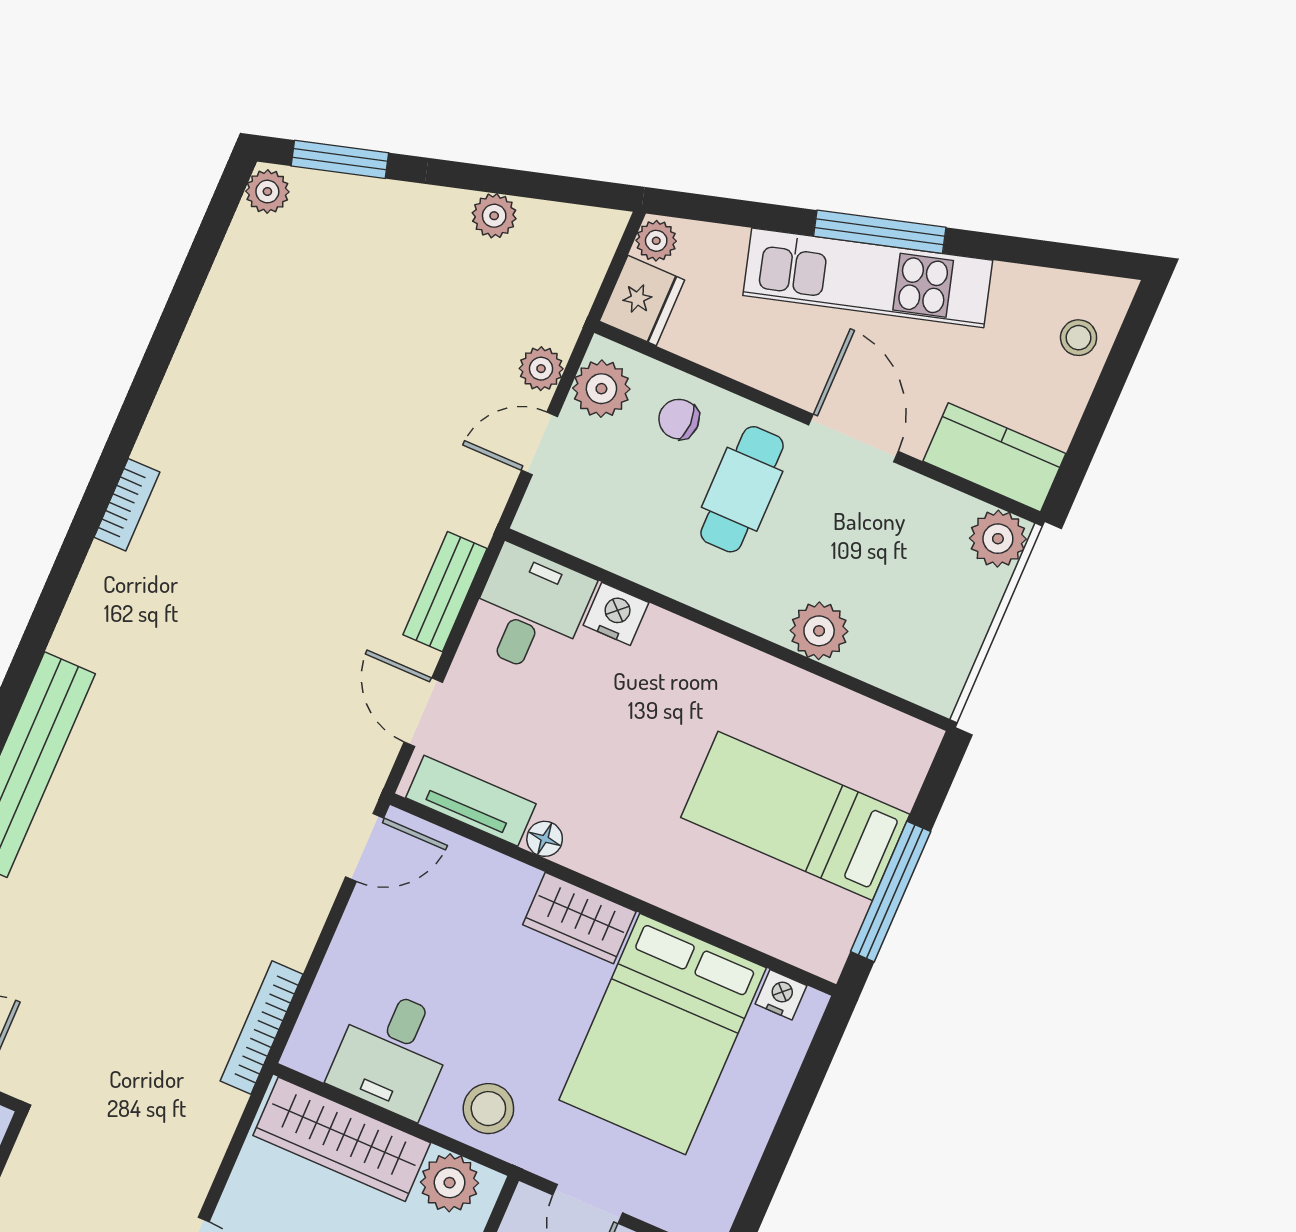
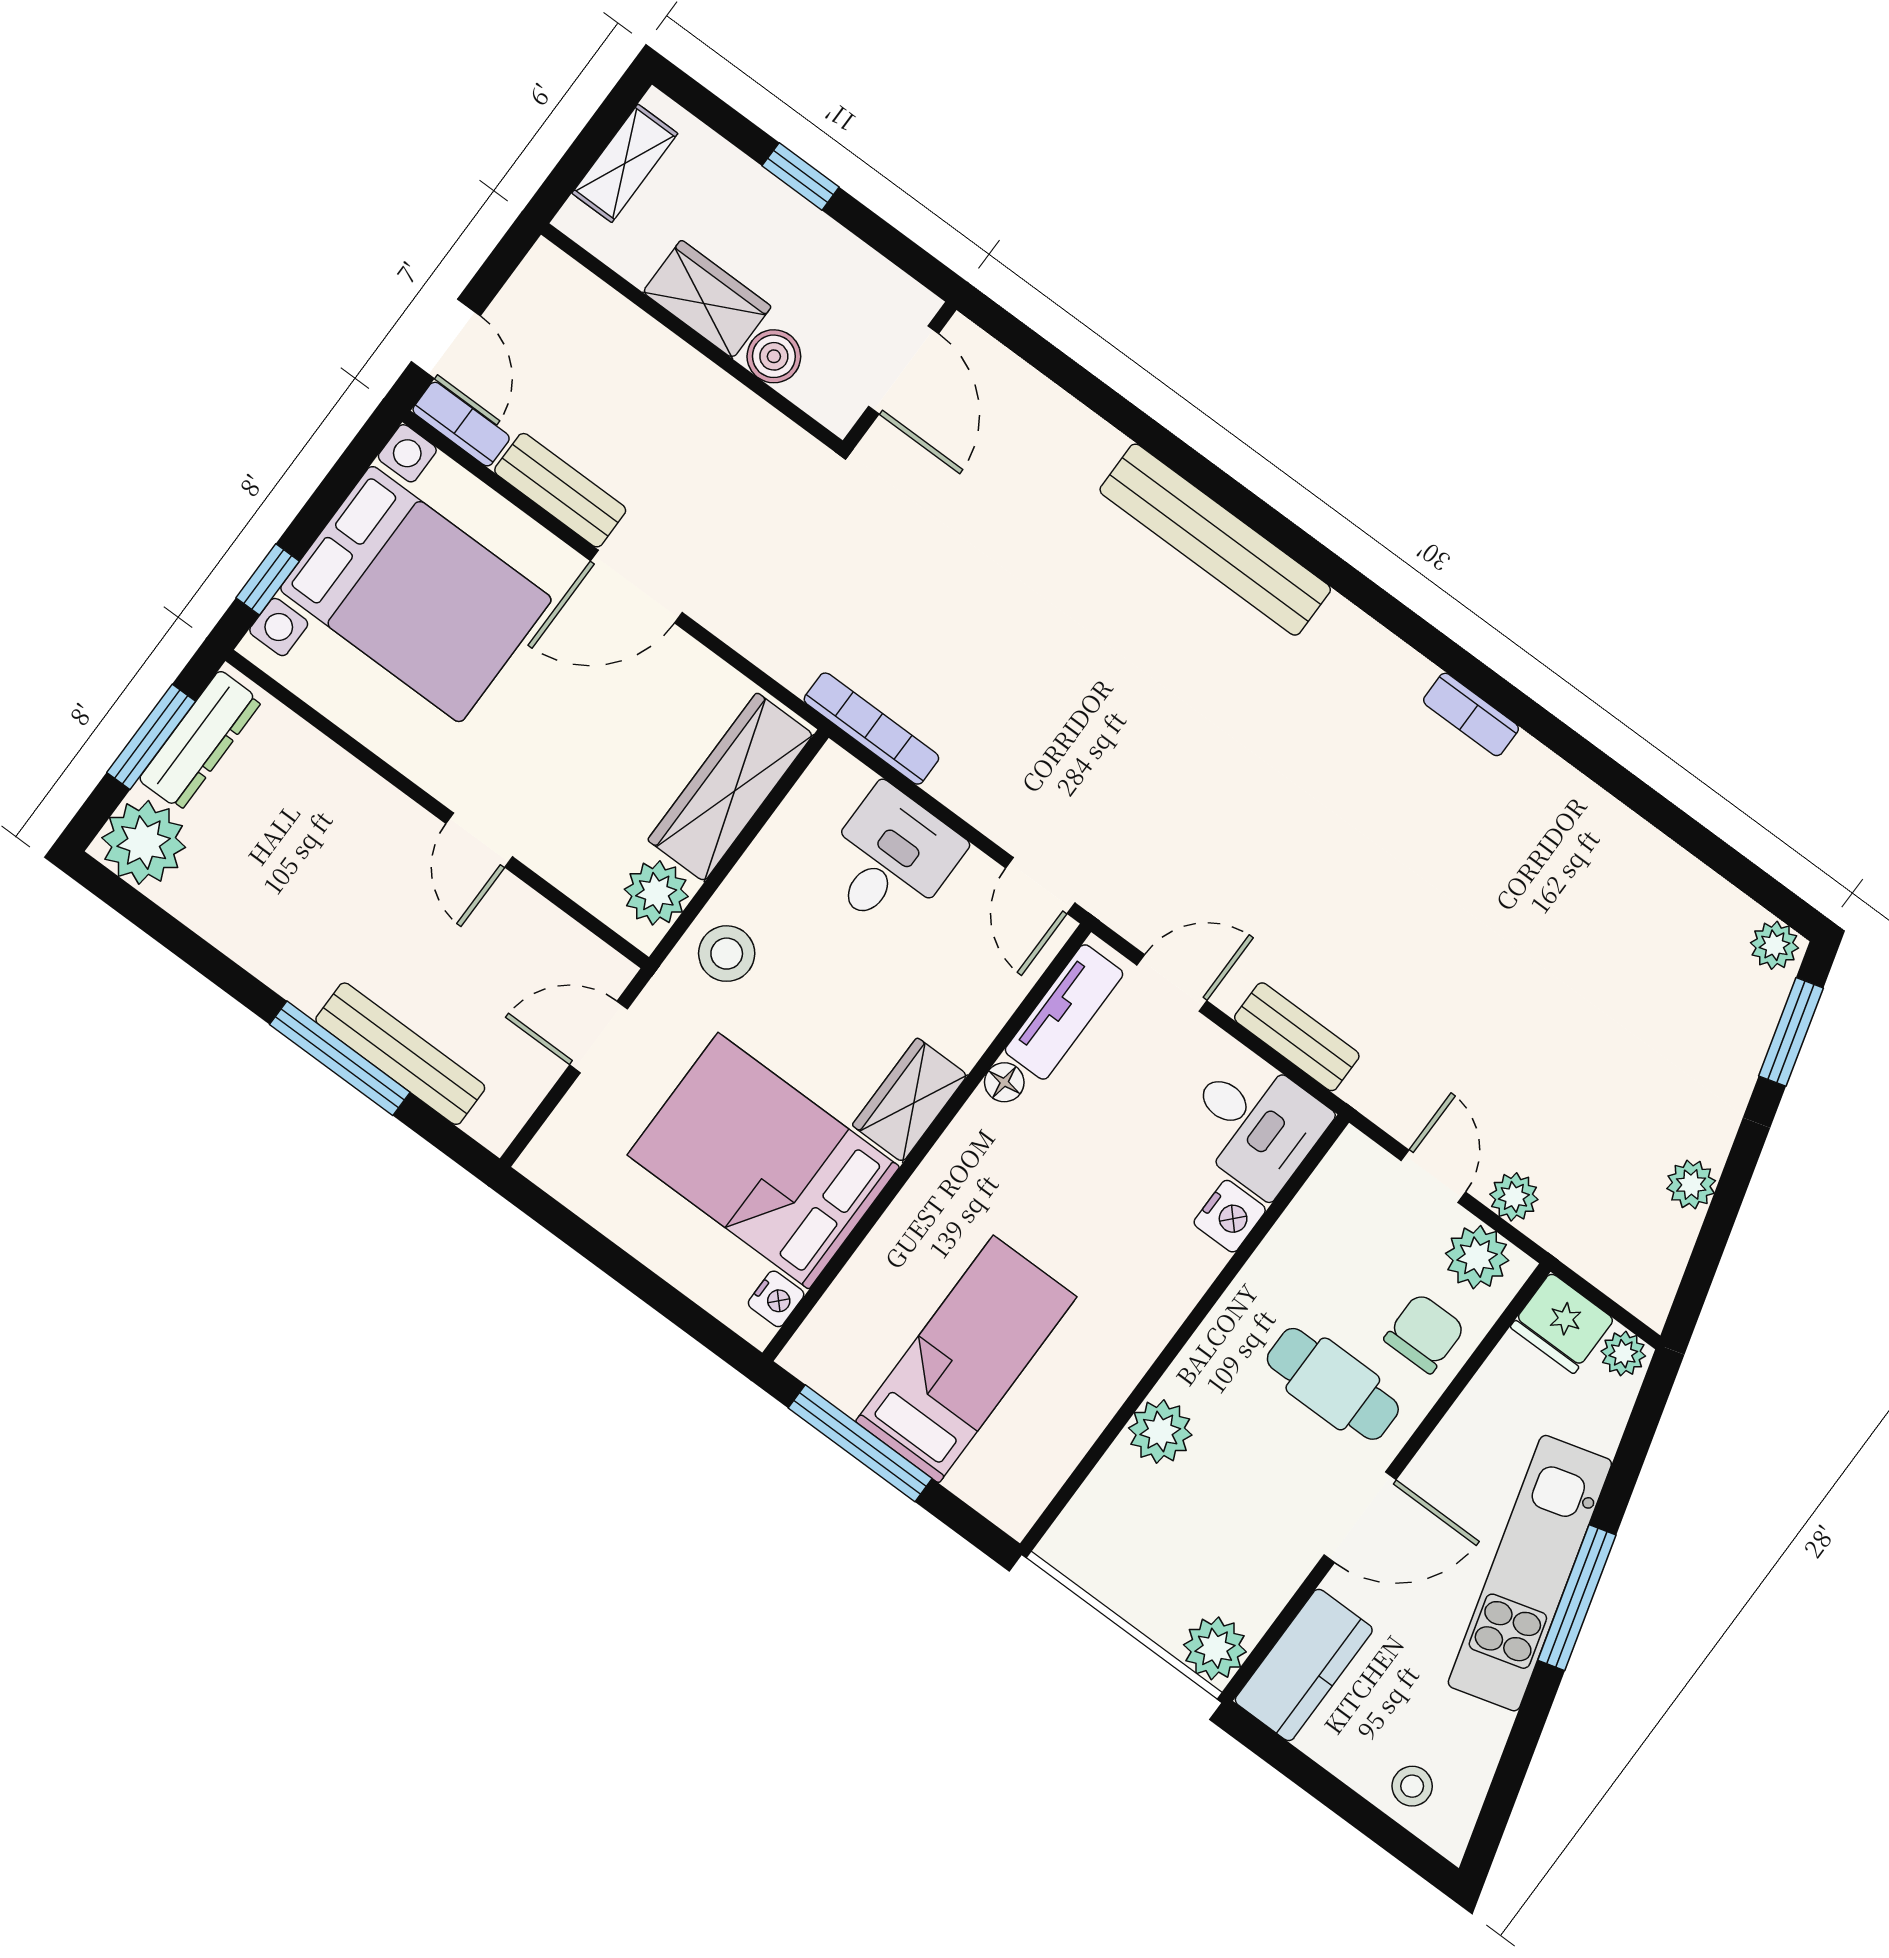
chair: (679, 419) -> (1425, 1333), width x1.37, depth x1.37
desk: (393, 1053) -> (890, 859), moved, turned 90

